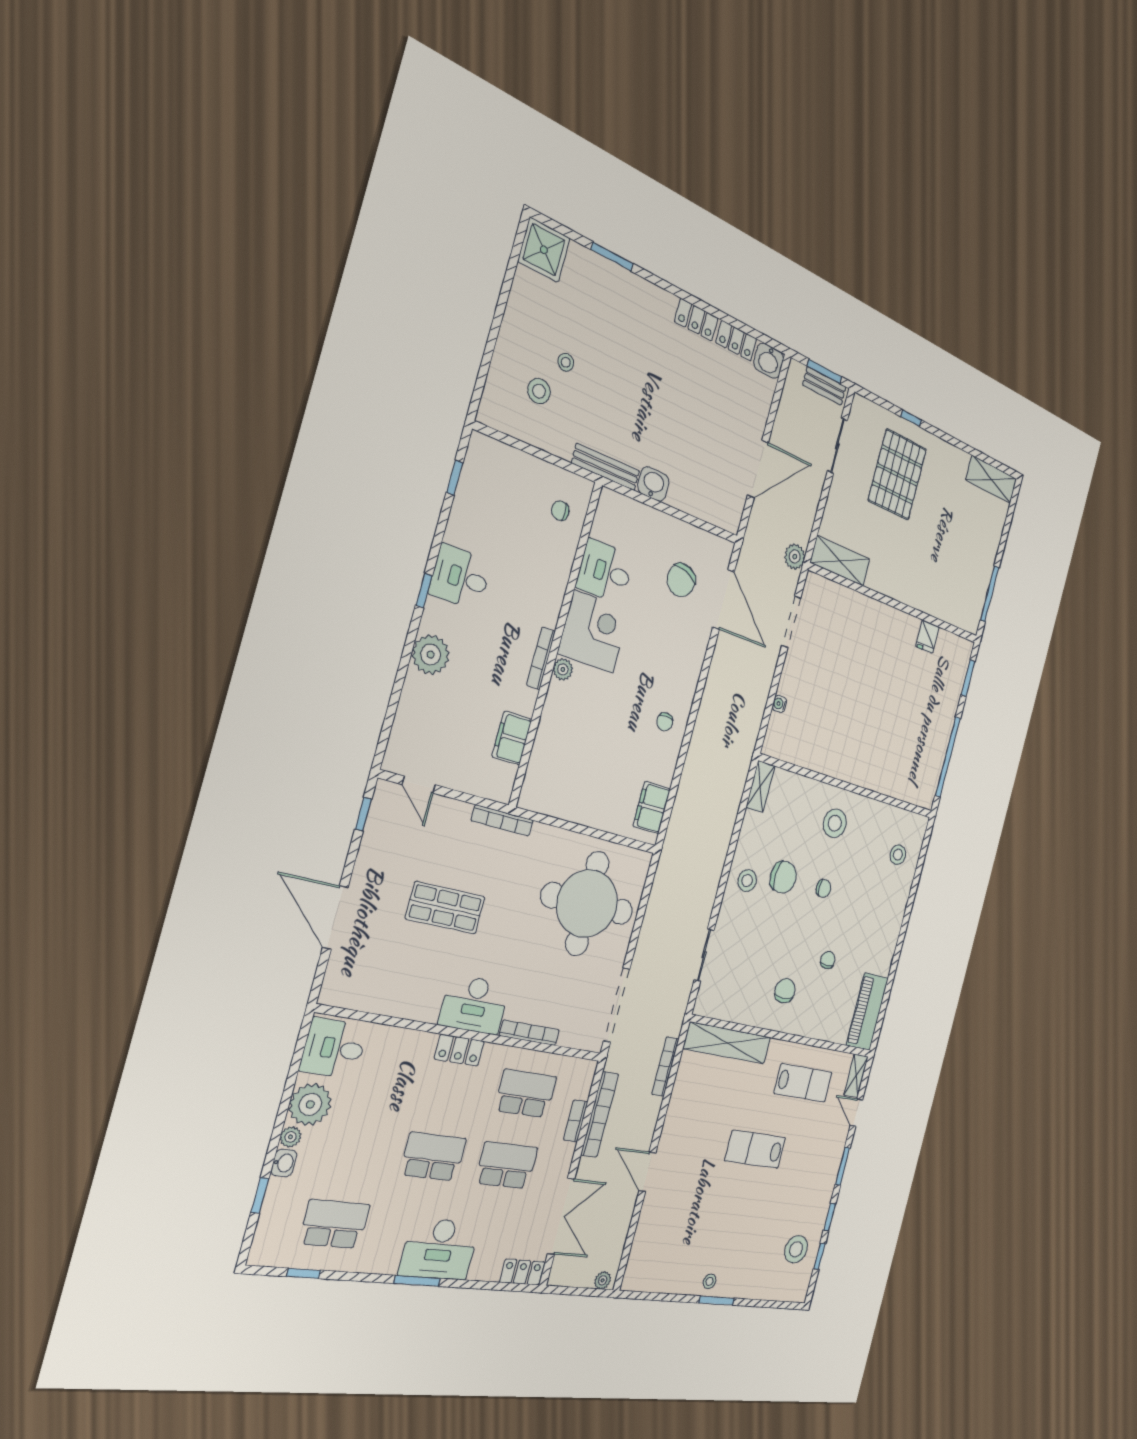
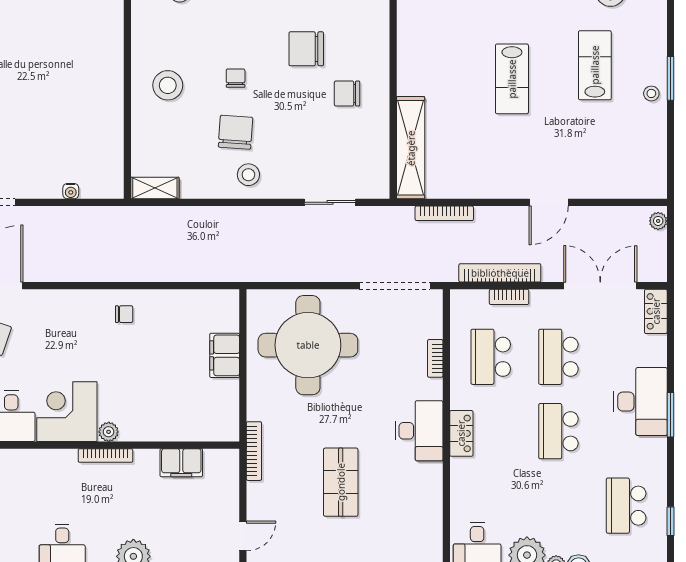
filing cabinet: (652, 808) -> (225, 355), moved, turned 90
chair: (828, 960) -> (306, 49), width x1.87, depth x1.87
bookcase: (530, 1033) -> (435, 358), width x0.64
lab bench: (803, 1083) -> (595, 65), moved

